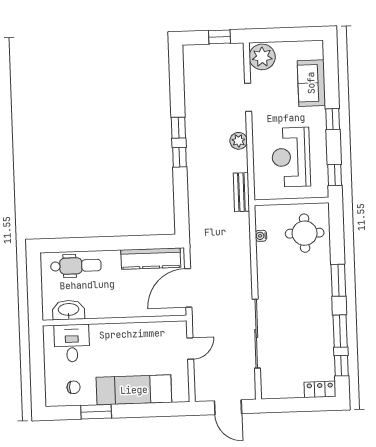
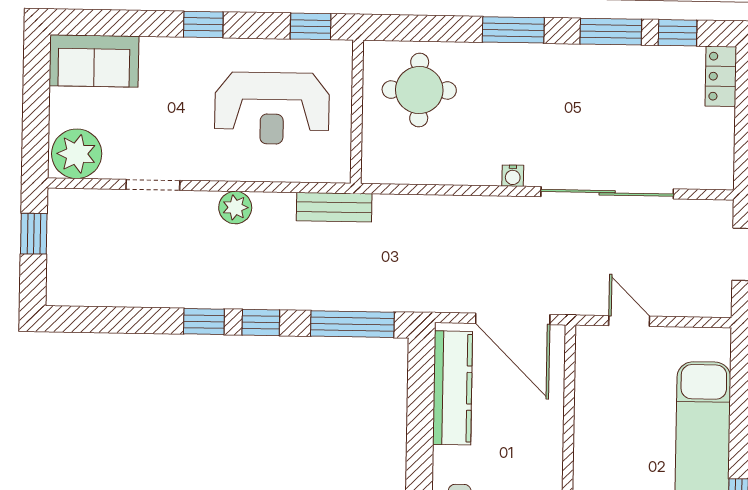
sofa: (311, 83) -> (94, 61), moved
window: (181, 205) -> (352, 324), added
water cooler: (261, 236) -> (513, 176), moved

